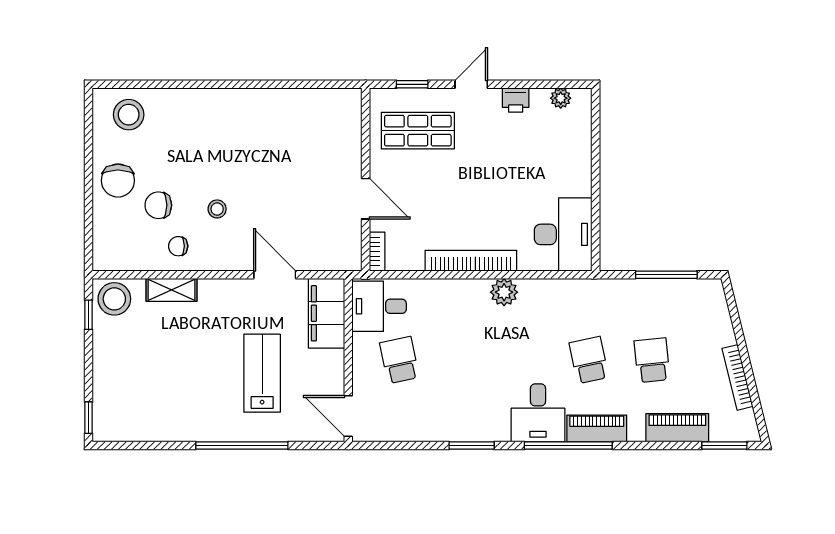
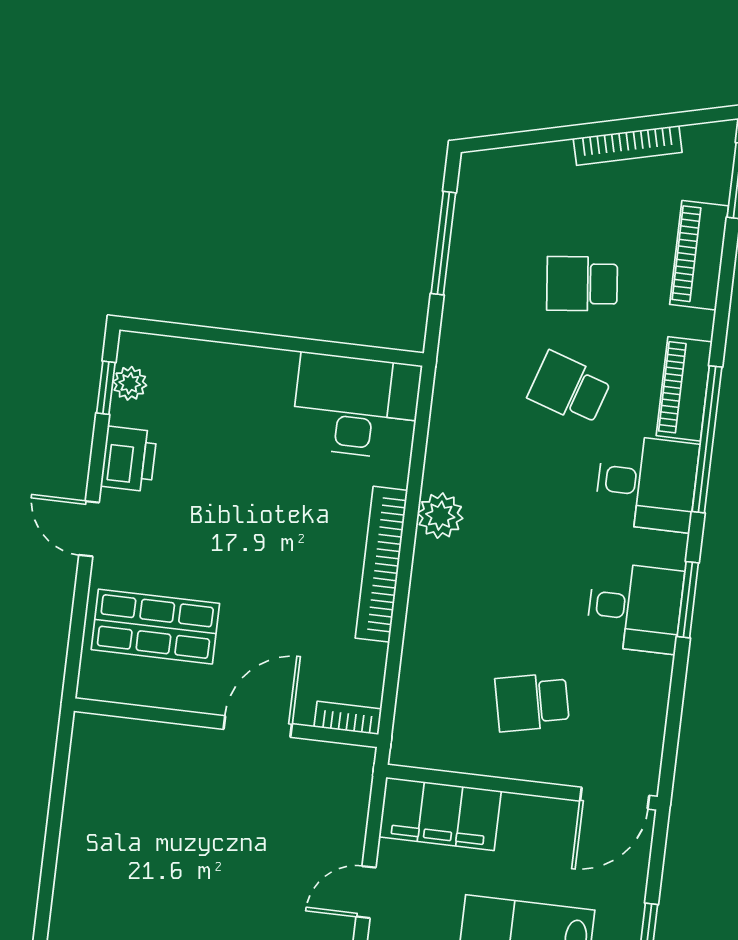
window: (412, 84) -> (106, 388), moved
printer: (516, 100) -> (129, 459), width x1.36, depth x1.24
shop shelf: (418, 131) -> (155, 627), turned 90
door: (275, 275) -> (366, 892), width x0.73
desk: (379, 306) -> (635, 608), moved, turned -90
school desk: (589, 360) -> (570, 388), turned 30

